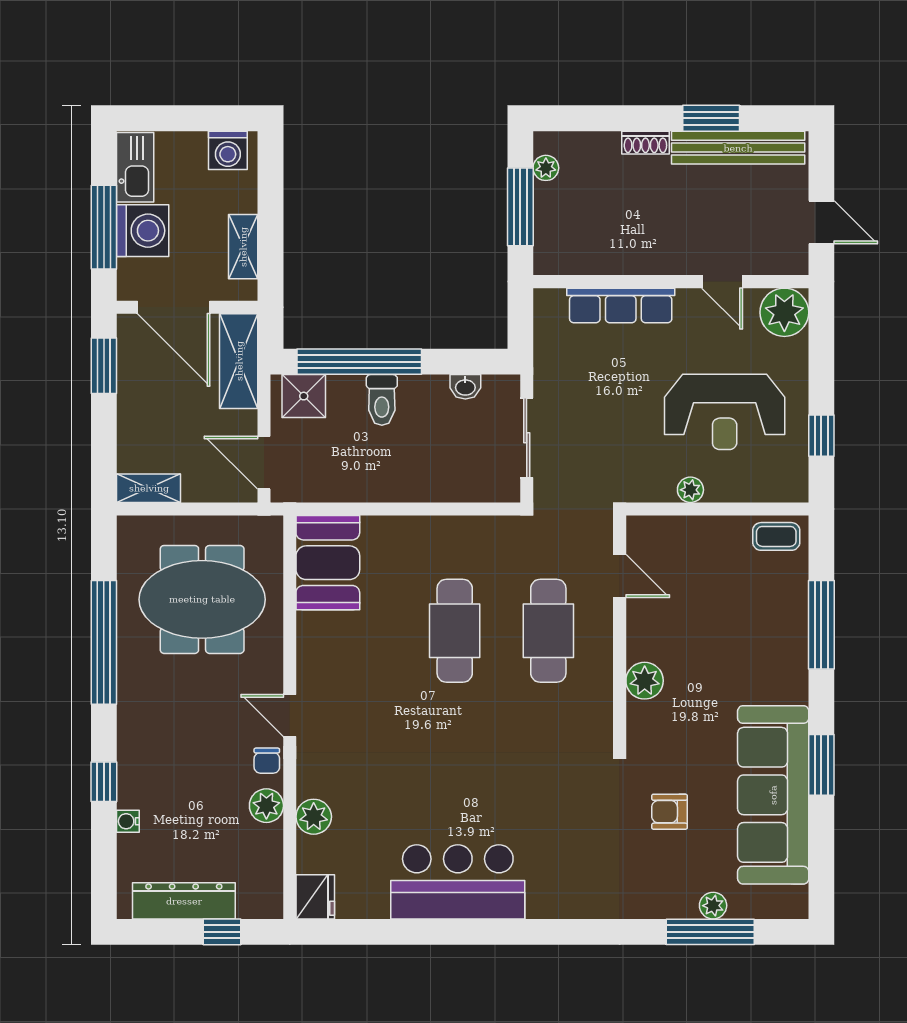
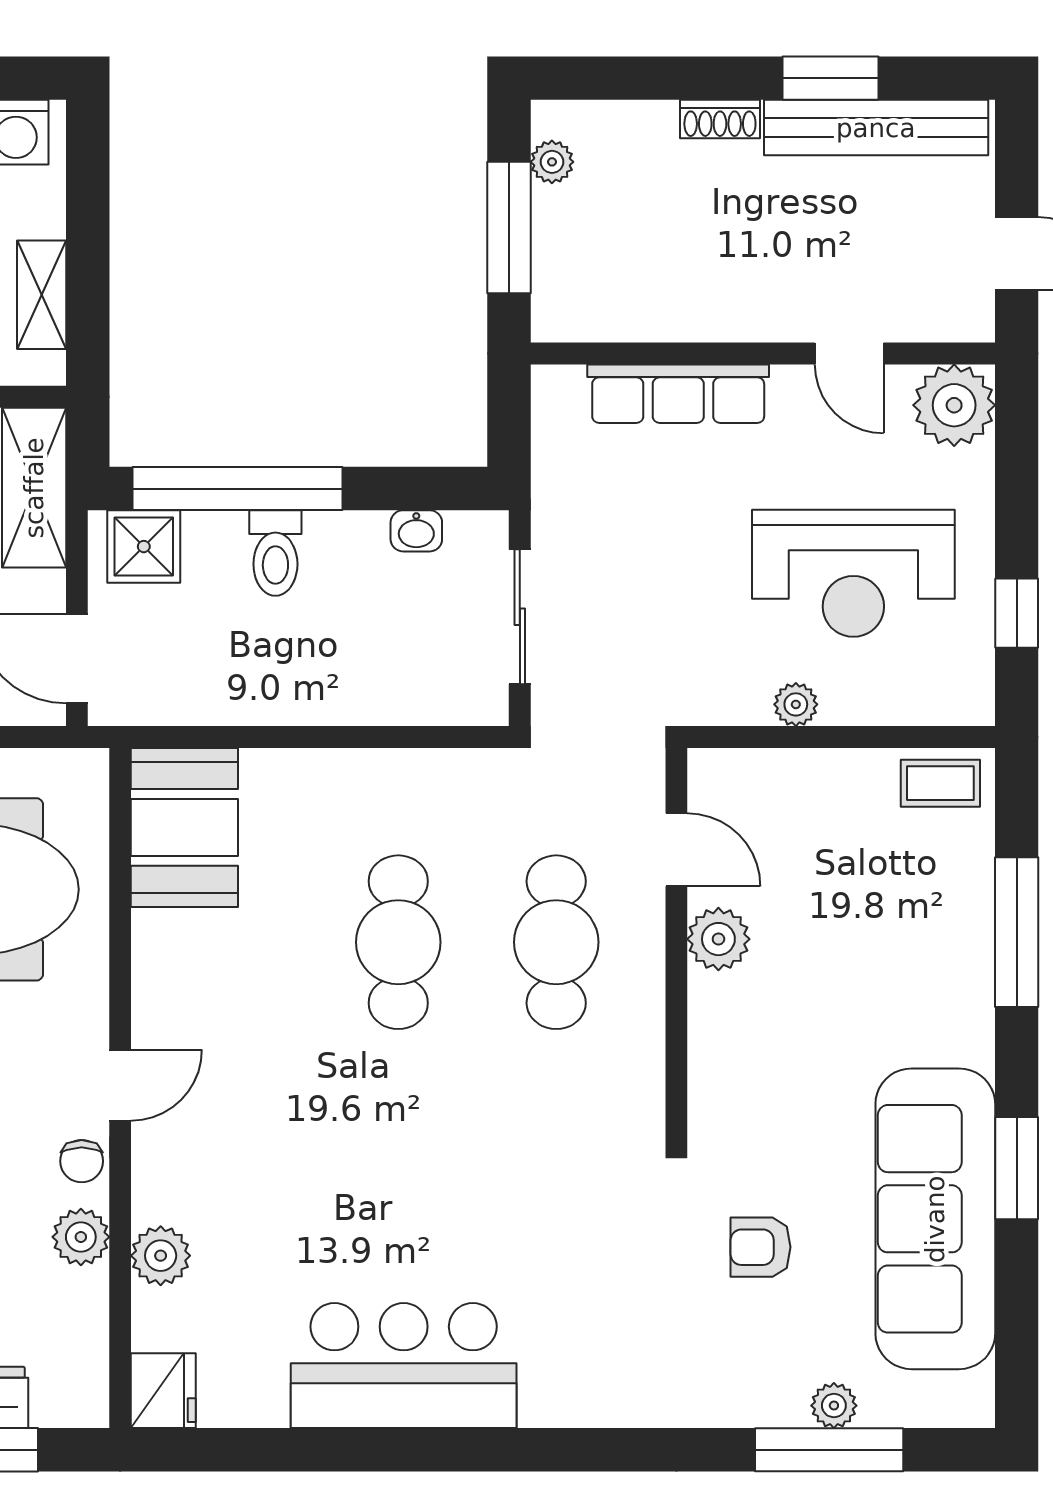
plant: (645, 681) -> (718, 939), moved
door: (290, 716) -> (120, 1085), swing flipped

